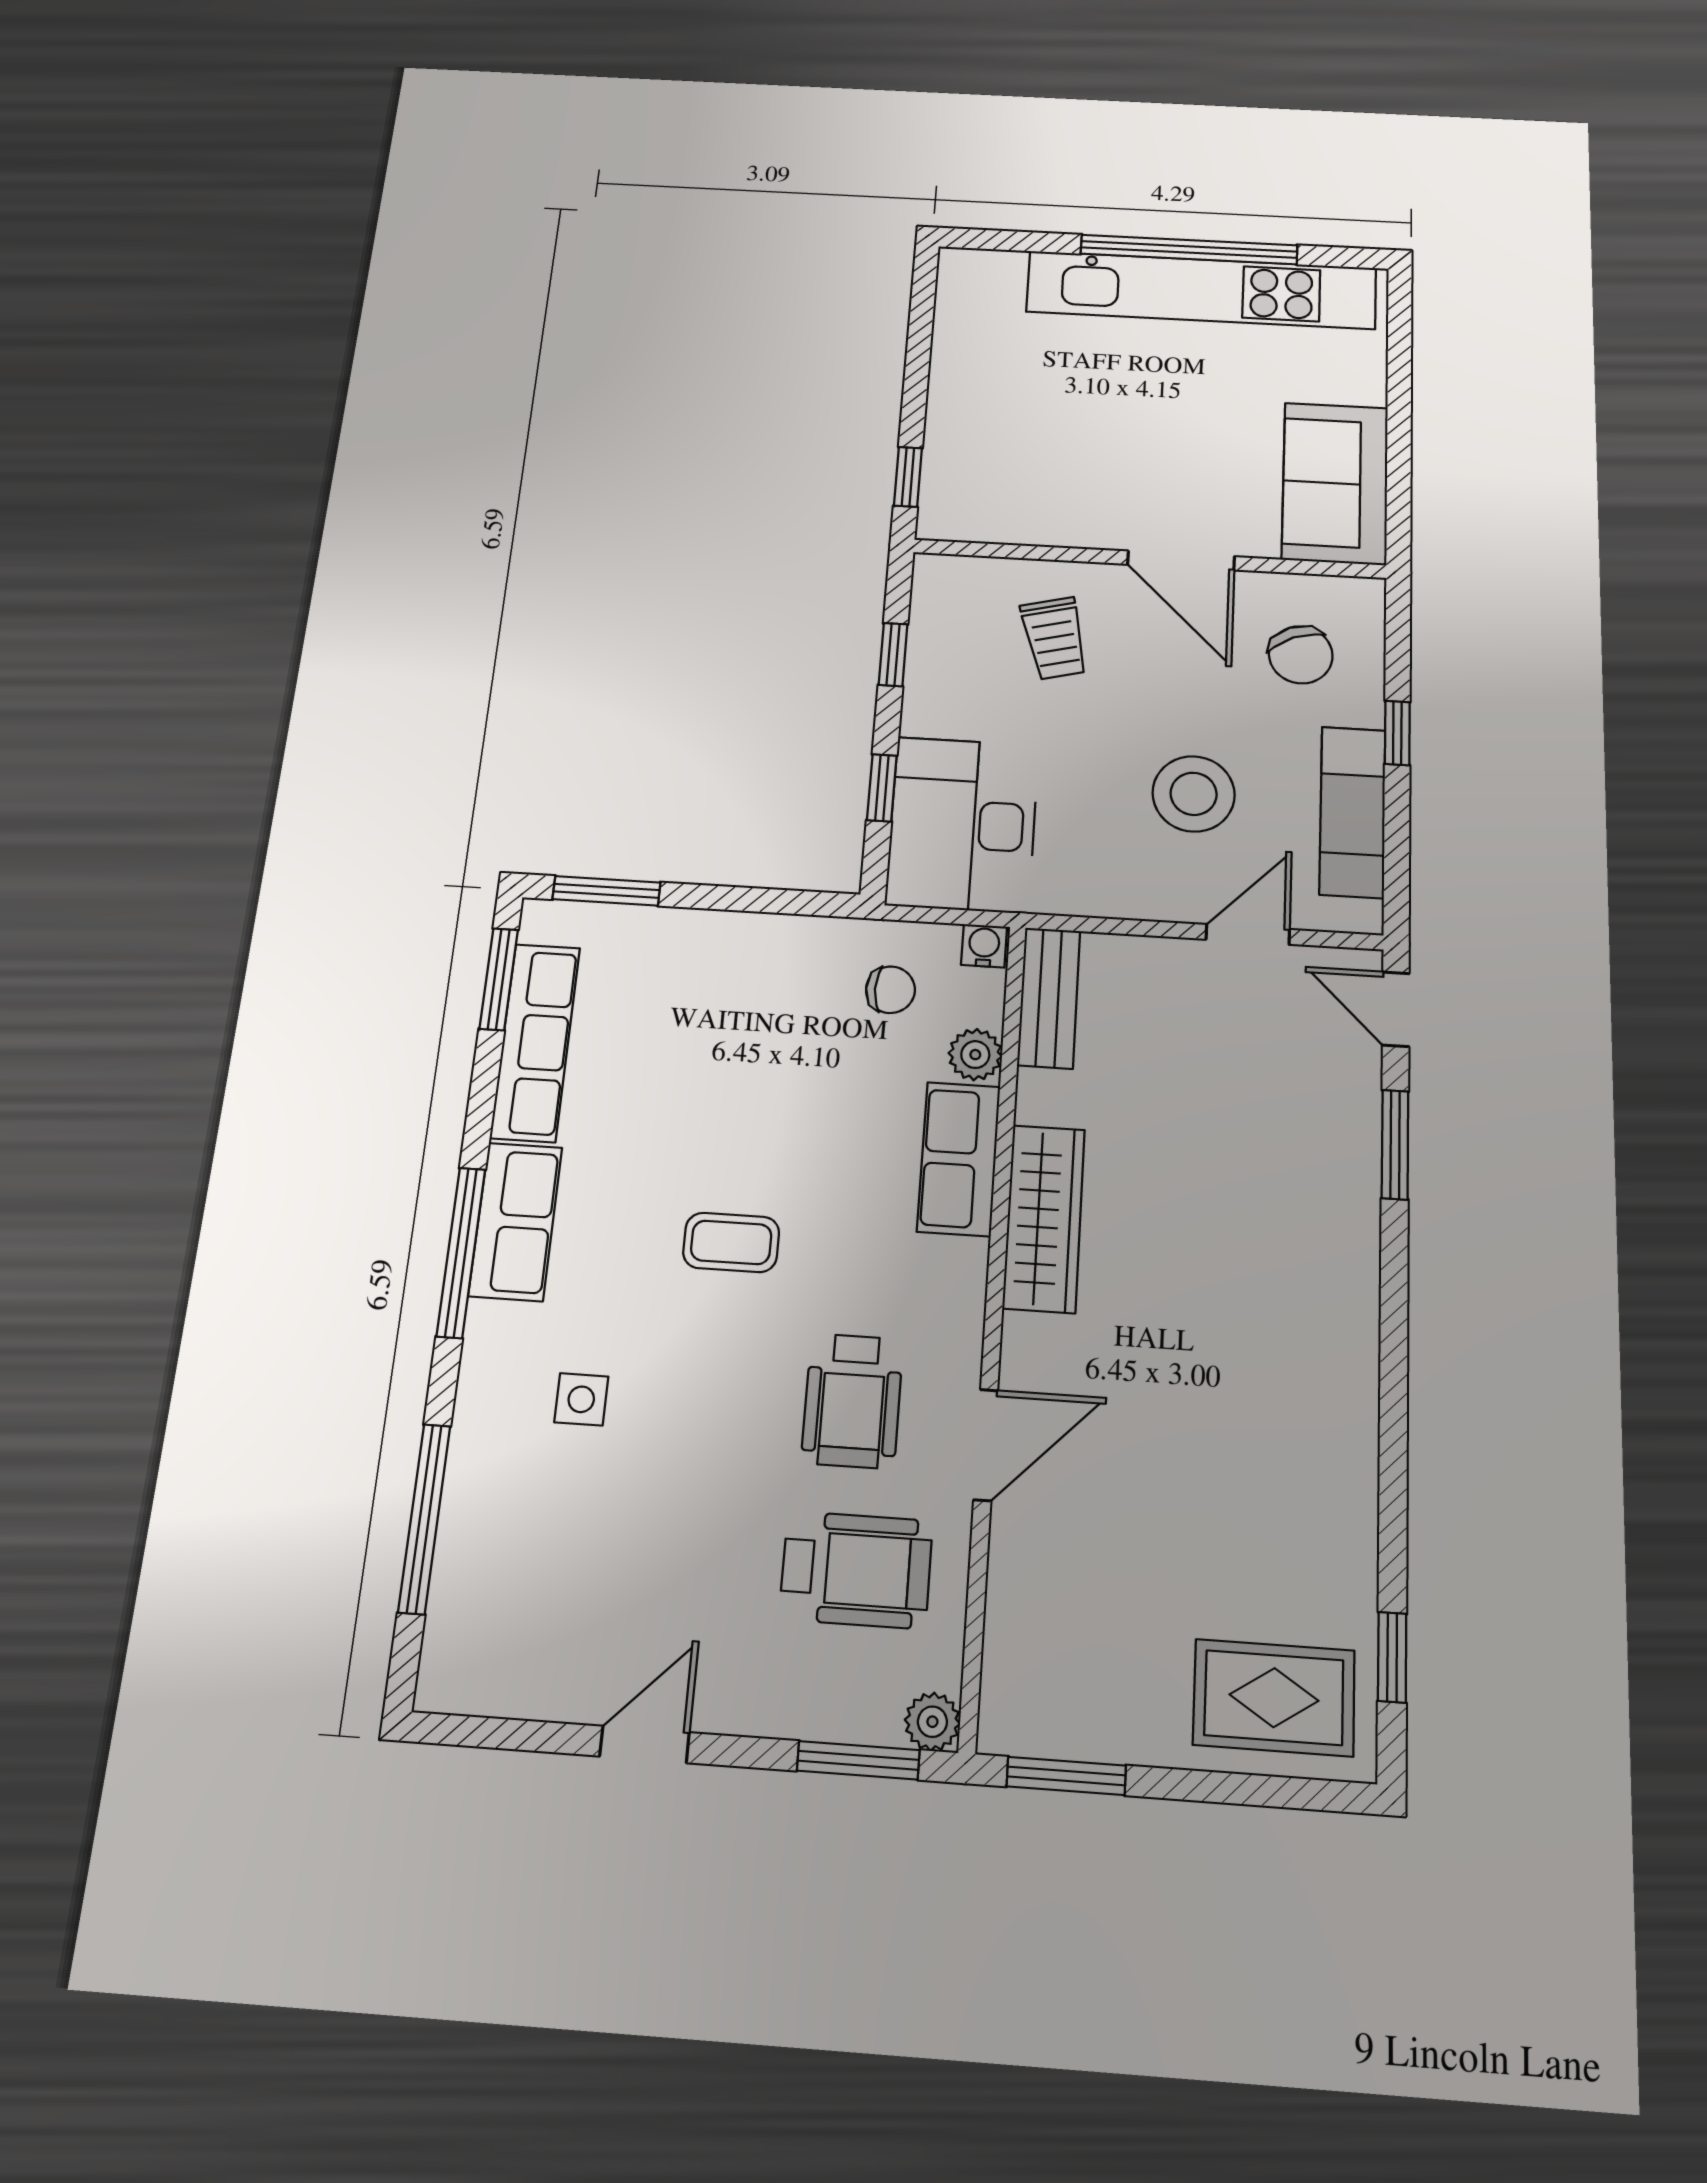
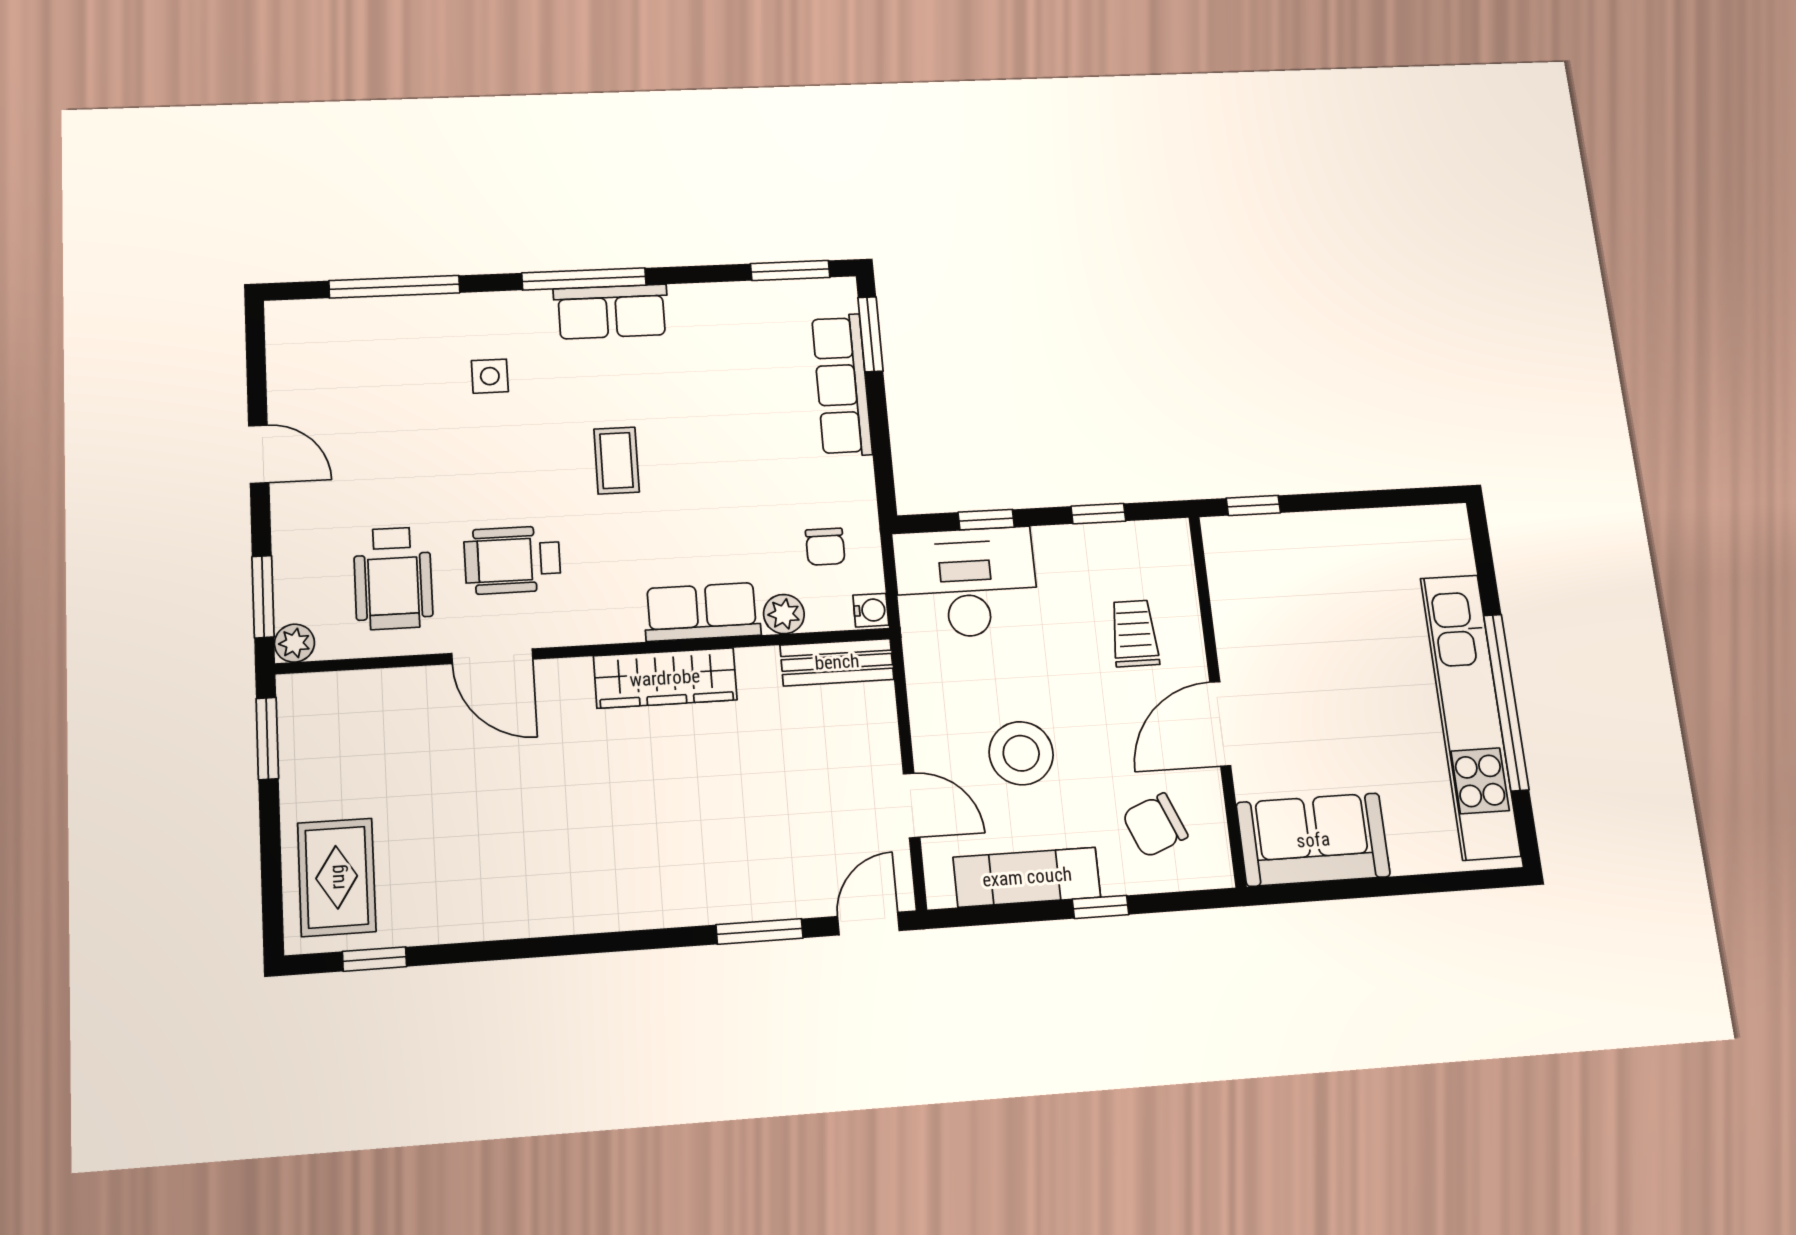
trolley: (1055, 638) -> (1134, 633), turned 104
row of seats: (535, 1042) -> (842, 385), moved, turned 90

